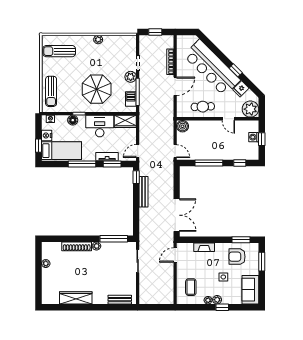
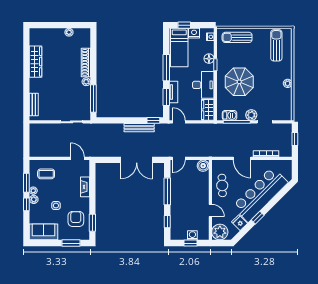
door: (228, 119) -> (210, 210), swing flipped
double door: (177, 215) -> (137, 160), moved
window: (200, 307) -> (26, 183), added

